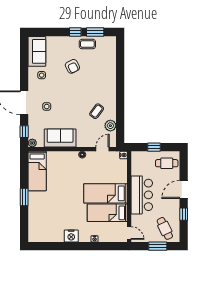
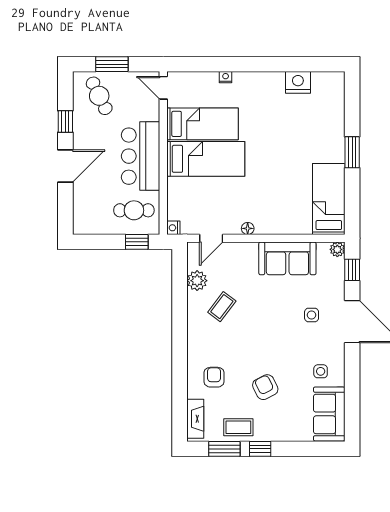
fireplace: (111, 49) -> (195, 419), added
armchair: (101, 72) -> (214, 377), added
window: (154, 147) -> (137, 242), moved
cafe table: (167, 163) -> (134, 210), moved
nightstand: (71, 236) -> (298, 82), moved

